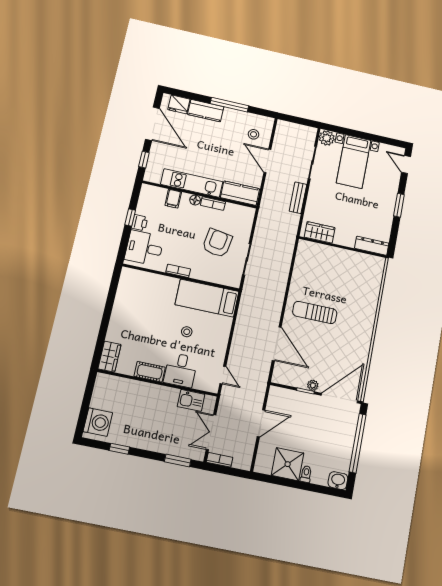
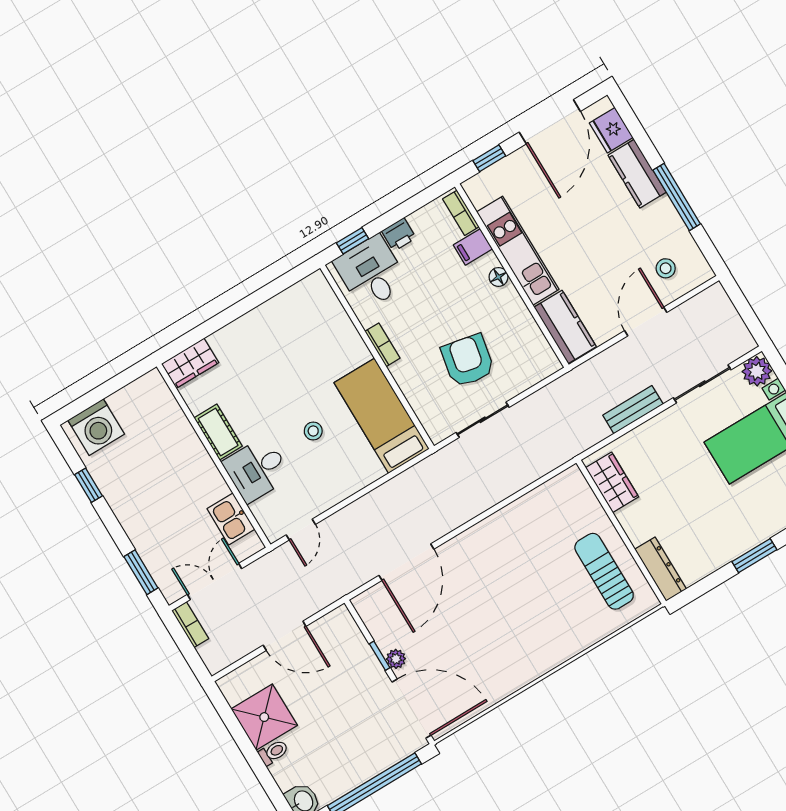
bookcase: (213, 204) -> (461, 213), moved
window: (130, 217) -> (353, 241), moved
armchair: (217, 243) -> (468, 361), turned -88
sun lounger: (315, 312) -> (604, 571), moved

